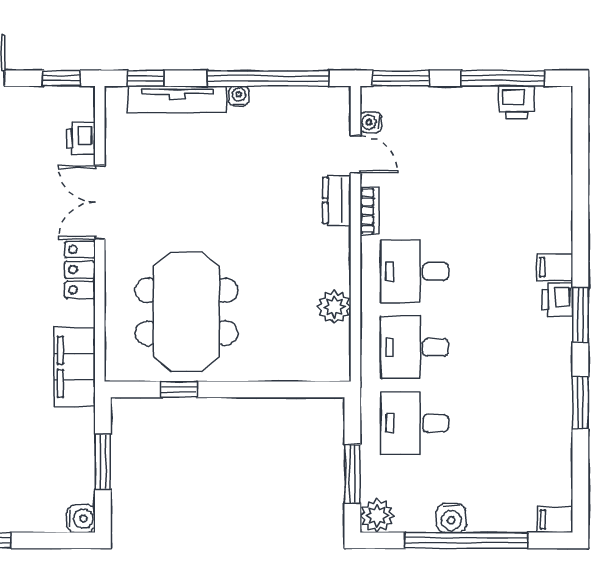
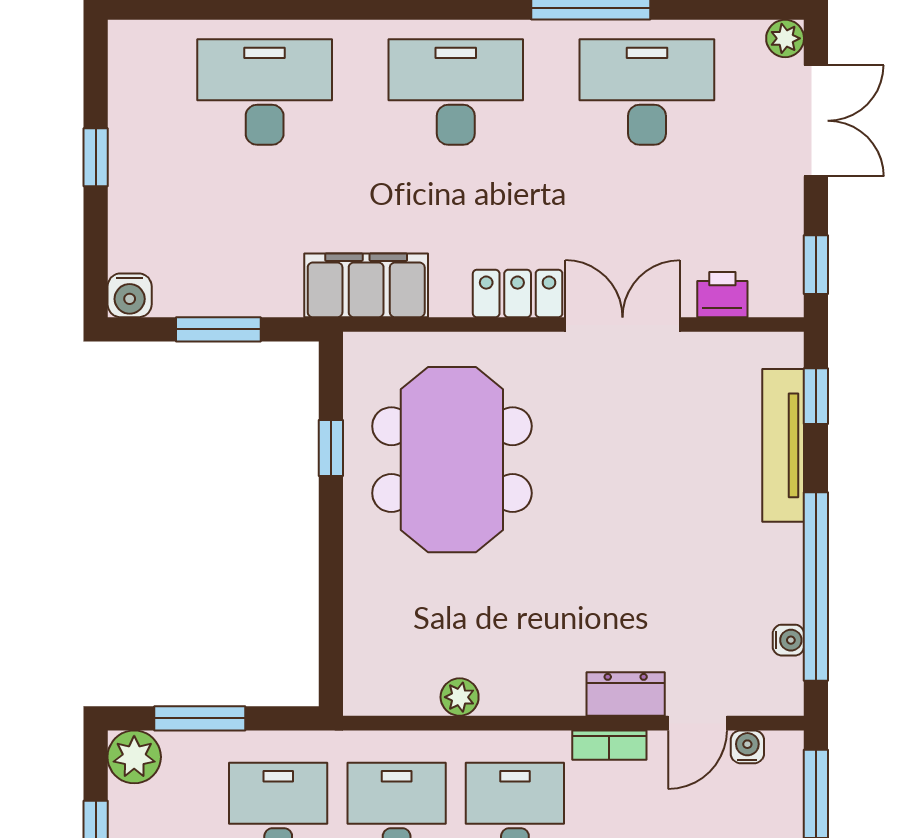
water cooler: (239, 96) -> (788, 640), moved
plant: (334, 307) -> (460, 697), width x0.73, depth x0.73
meeting table: (186, 312) -> (452, 460), turned 90

